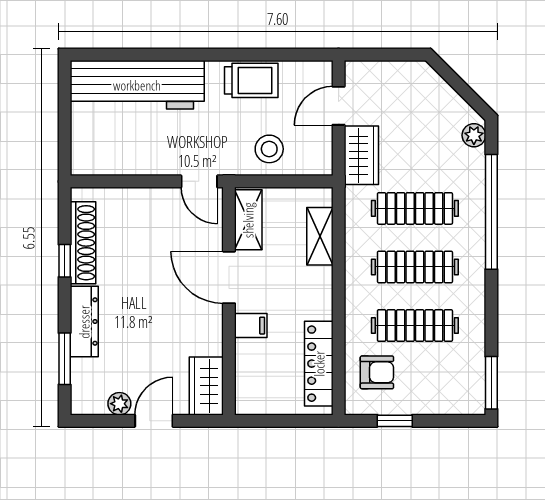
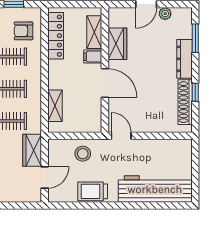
shelving: (248, 220) -> (94, 32), moved
wardrobe: (206, 386) -> (117, 44), moved

